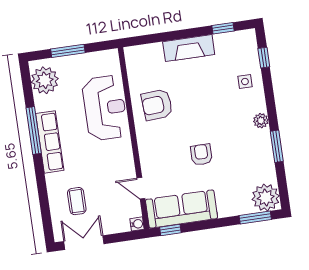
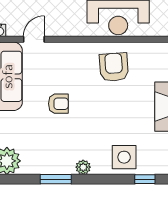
side table: (245, 82) -> (124, 157), width x1.87, depth x1.87

